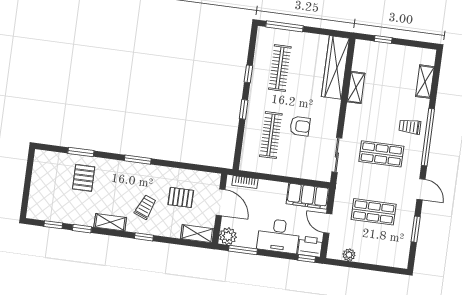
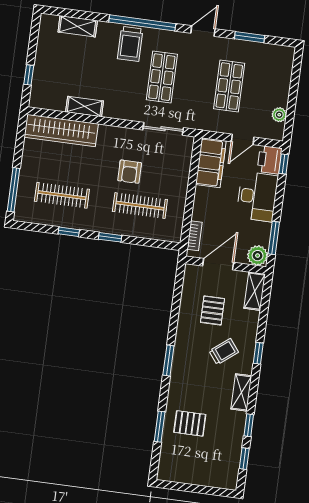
armchair: (300, 126) -> (130, 172), turned 180
trolley: (410, 127) -> (130, 44), width x1.36, depth x1.39
trolley: (145, 207) -> (224, 352), turned 120

